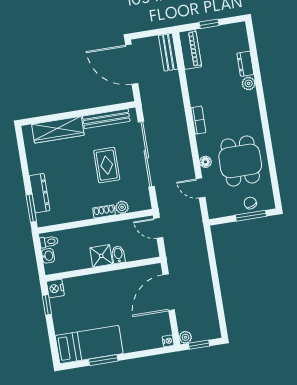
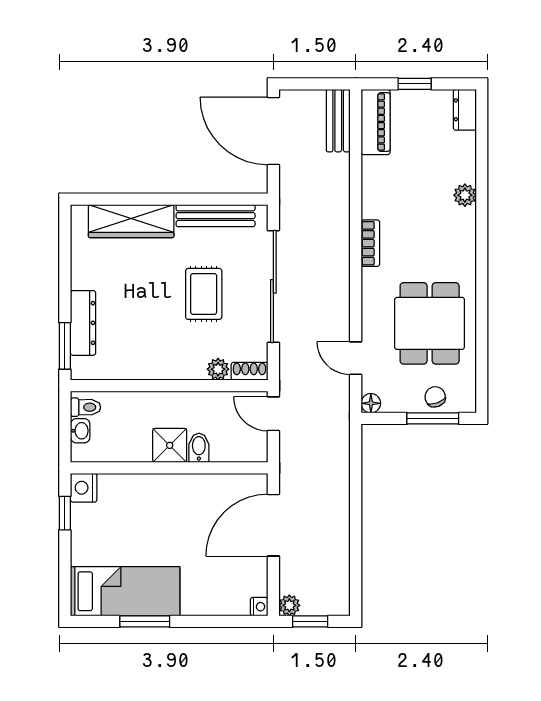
dresser: (245, 64) -> (465, 110), moved
floor lamp: (205, 162) -> (371, 403), moved
shoe rack: (104, 211) -> (249, 371), moved

